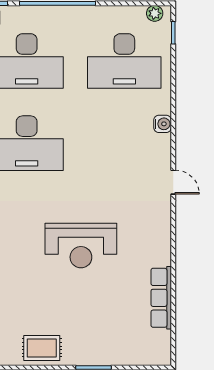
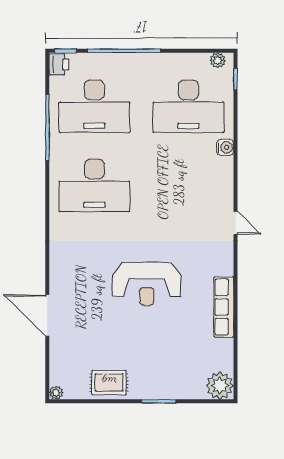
water cooler: (163, 124) -> (225, 147), moved
row of seats: (161, 298) -> (224, 307), moved
plant: (157, 351) -> (220, 386), added

